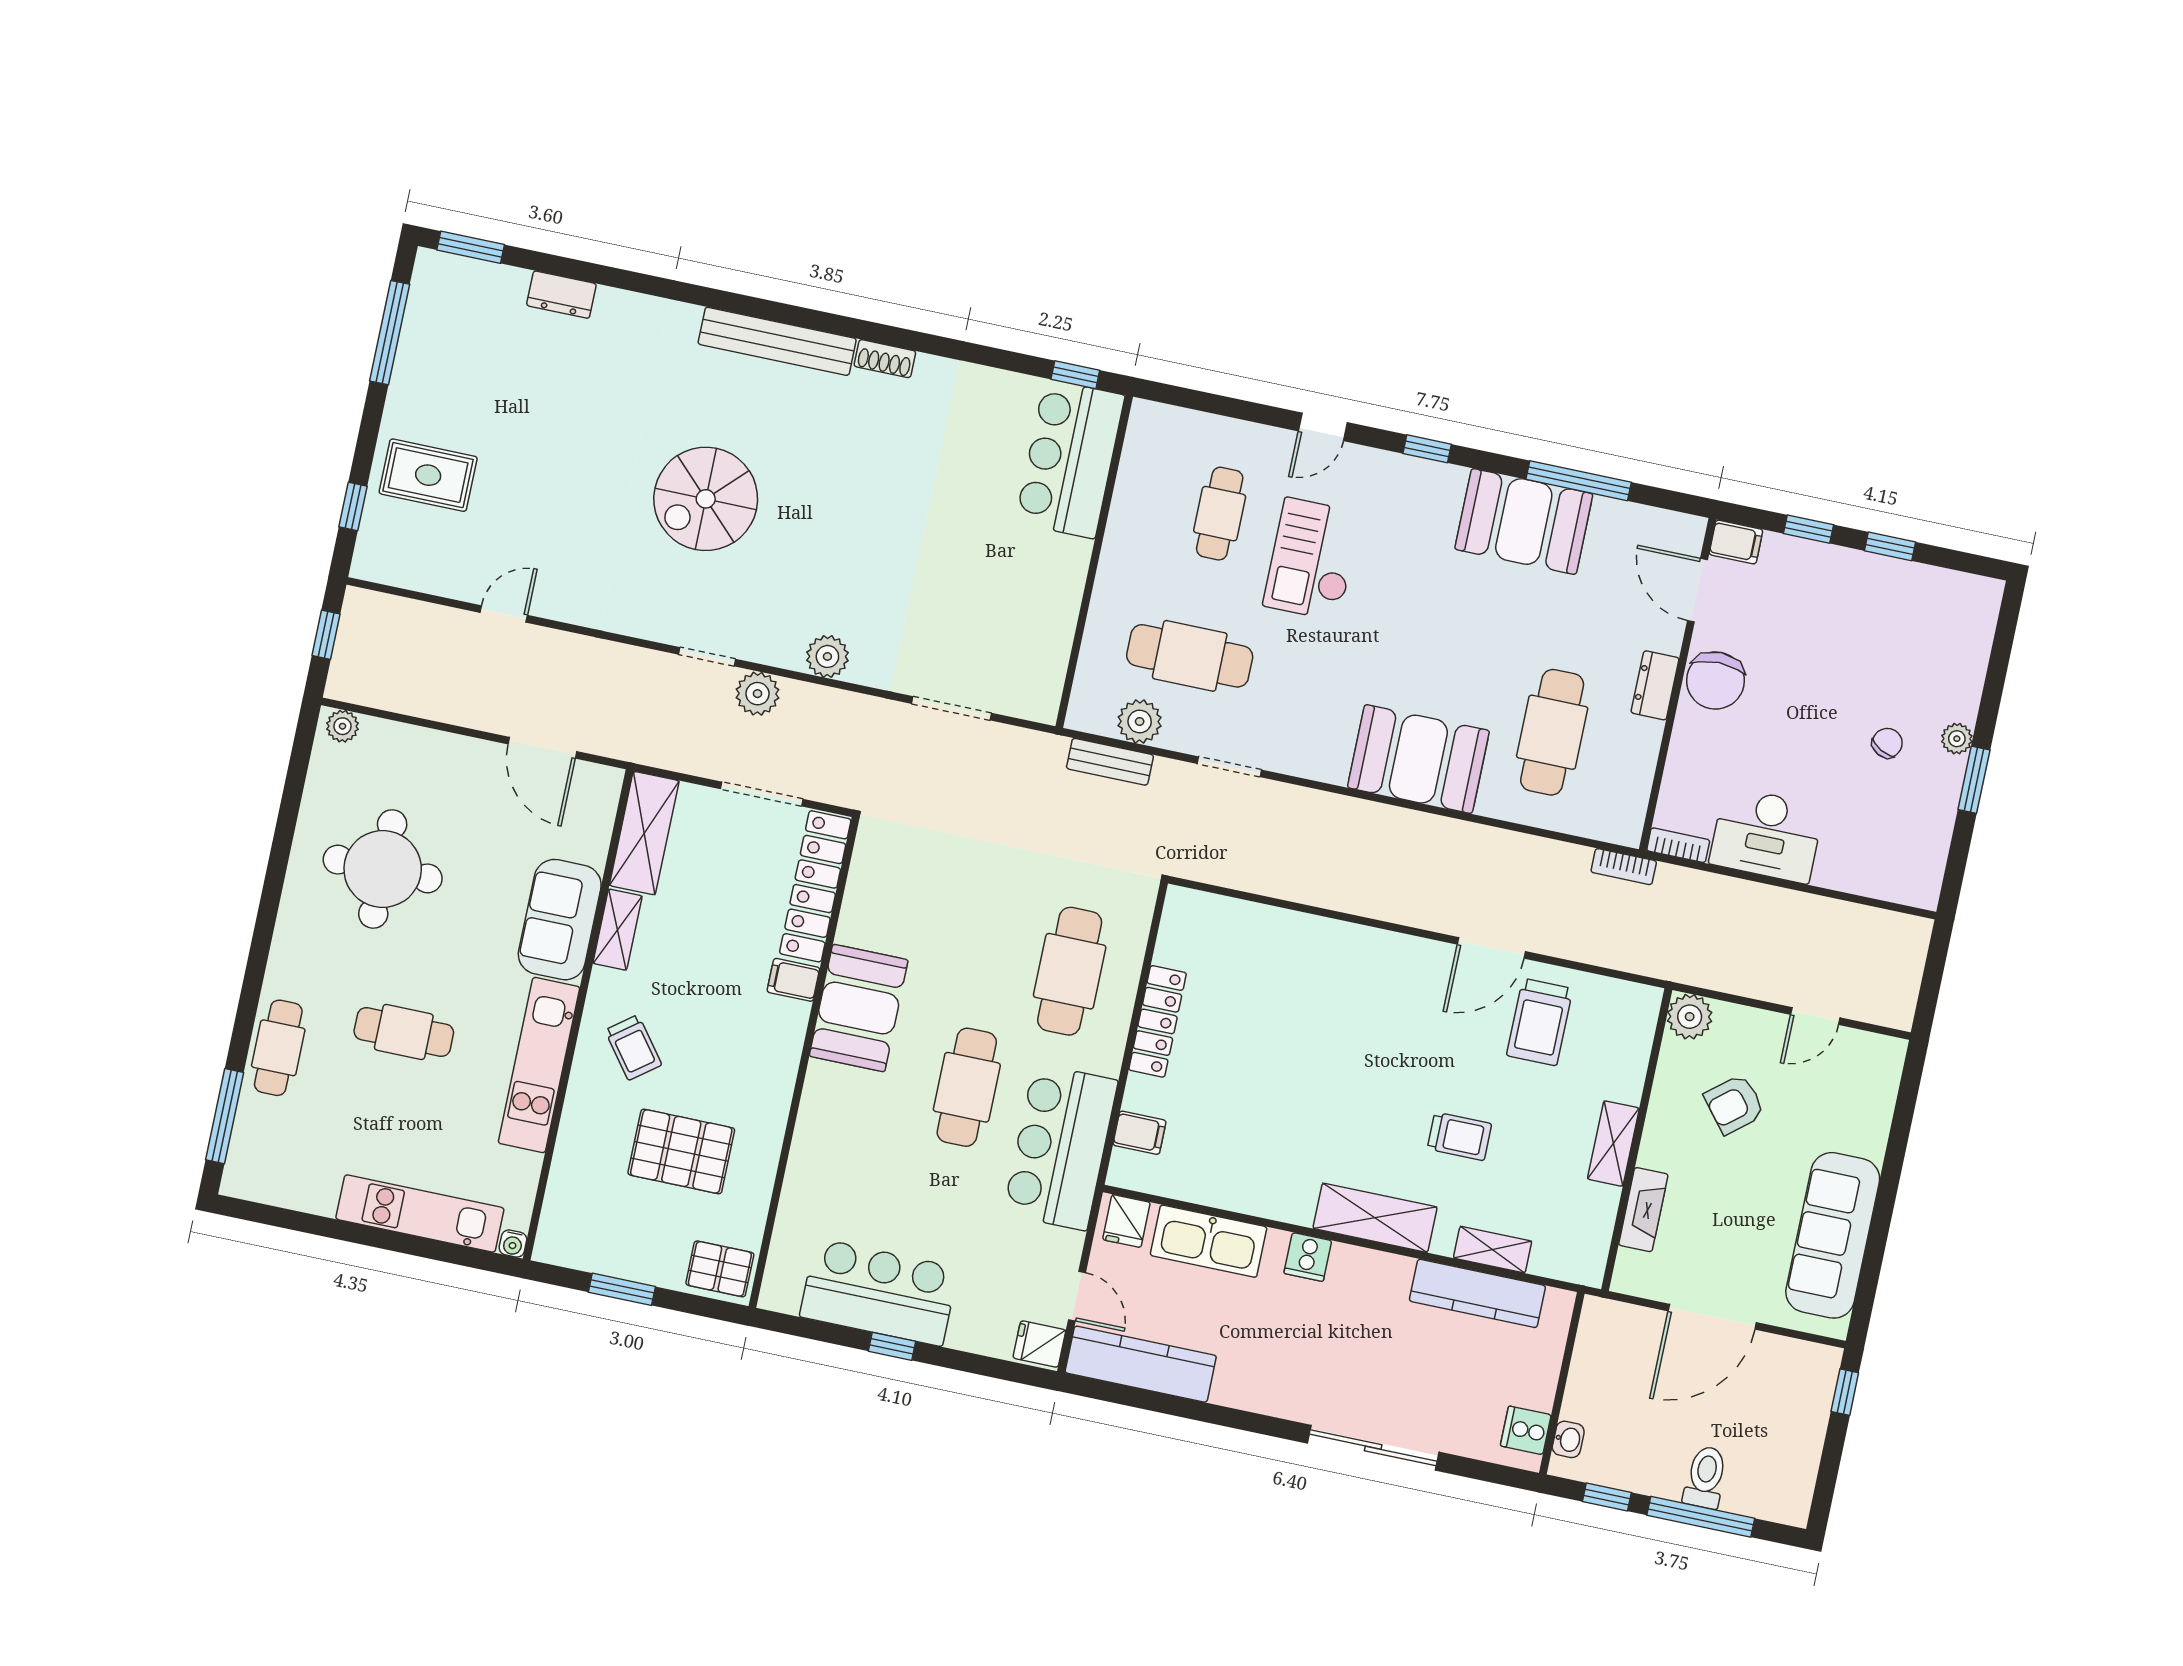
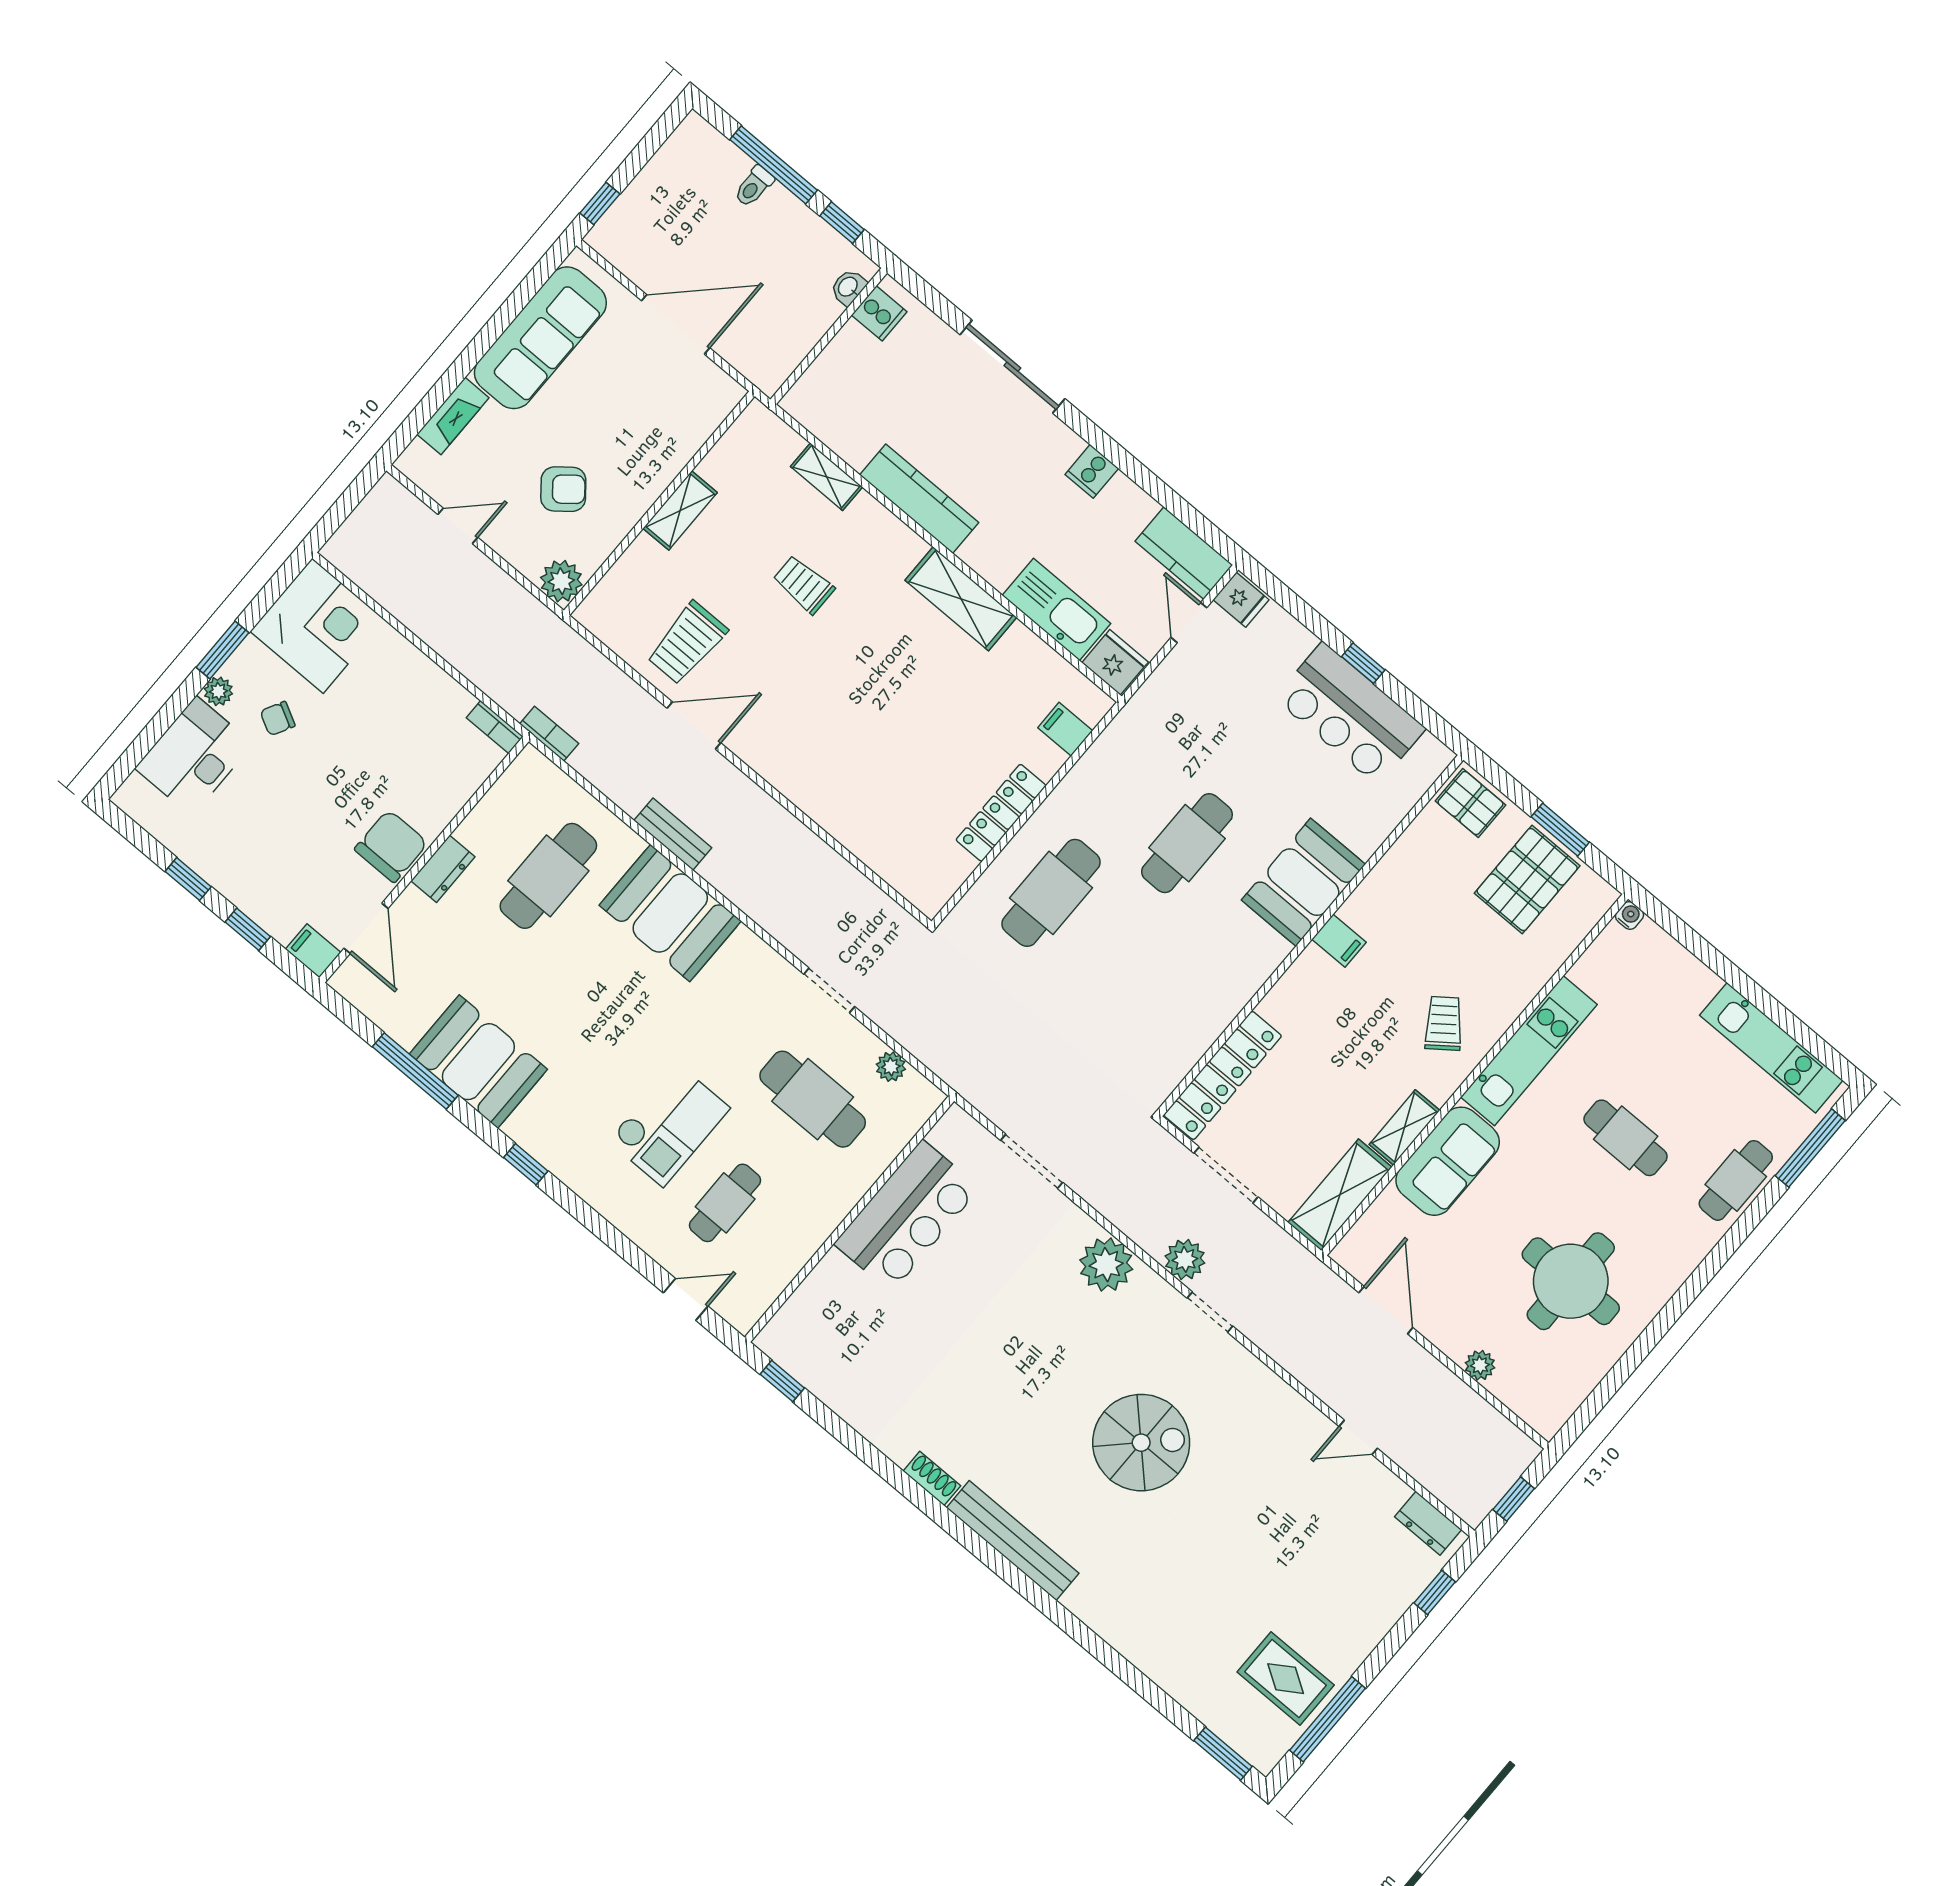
dresser: (561, 295) -> (1428, 1523), moved, turned 180
door: (1323, 427) -> (686, 1299), moved
bar counter: (1070, 459) -> (907, 1216), moved
rug: (428, 475) -> (1286, 1679), moved
plant: (827, 656) -> (1106, 1265), width x1.36, depth x1.36
plant: (1140, 721) -> (891, 1067), width x0.73, depth x0.73
plant: (343, 726) -> (1480, 1365), moved
bench: (1110, 762) -> (673, 834), moved
desk: (1766, 835) -> (194, 756), moved, turned -90
corner desk: (1897, 851) -> (318, 626), added
filing cabinet: (793, 980) -> (1339, 941), moved
booth: (859, 1008) -> (1303, 882), moved
trolley: (1540, 1022) -> (687, 643), turned 180
bar counter: (1061, 1147) -> (1136, 752), removed
pallet: (681, 1151) -> (1527, 880), moved, turned 90
fireplace: (1643, 1210) -> (453, 416), moved, turned 180
kitchen unit: (420, 1214) -> (1771, 1048), moved
shelving: (1375, 1218) -> (961, 599), moved
fridge: (1126, 1221) -> (1115, 662), width x1.38
cooker: (1308, 1257) -> (1092, 471), moved, turned 180
kitchen counter: (1477, 1293) -> (919, 499), moved
kitchen counter: (1141, 1364) -> (1184, 553), width x0.67
toilet: (1705, 1477) -> (754, 186), width x0.73, depth x0.72

